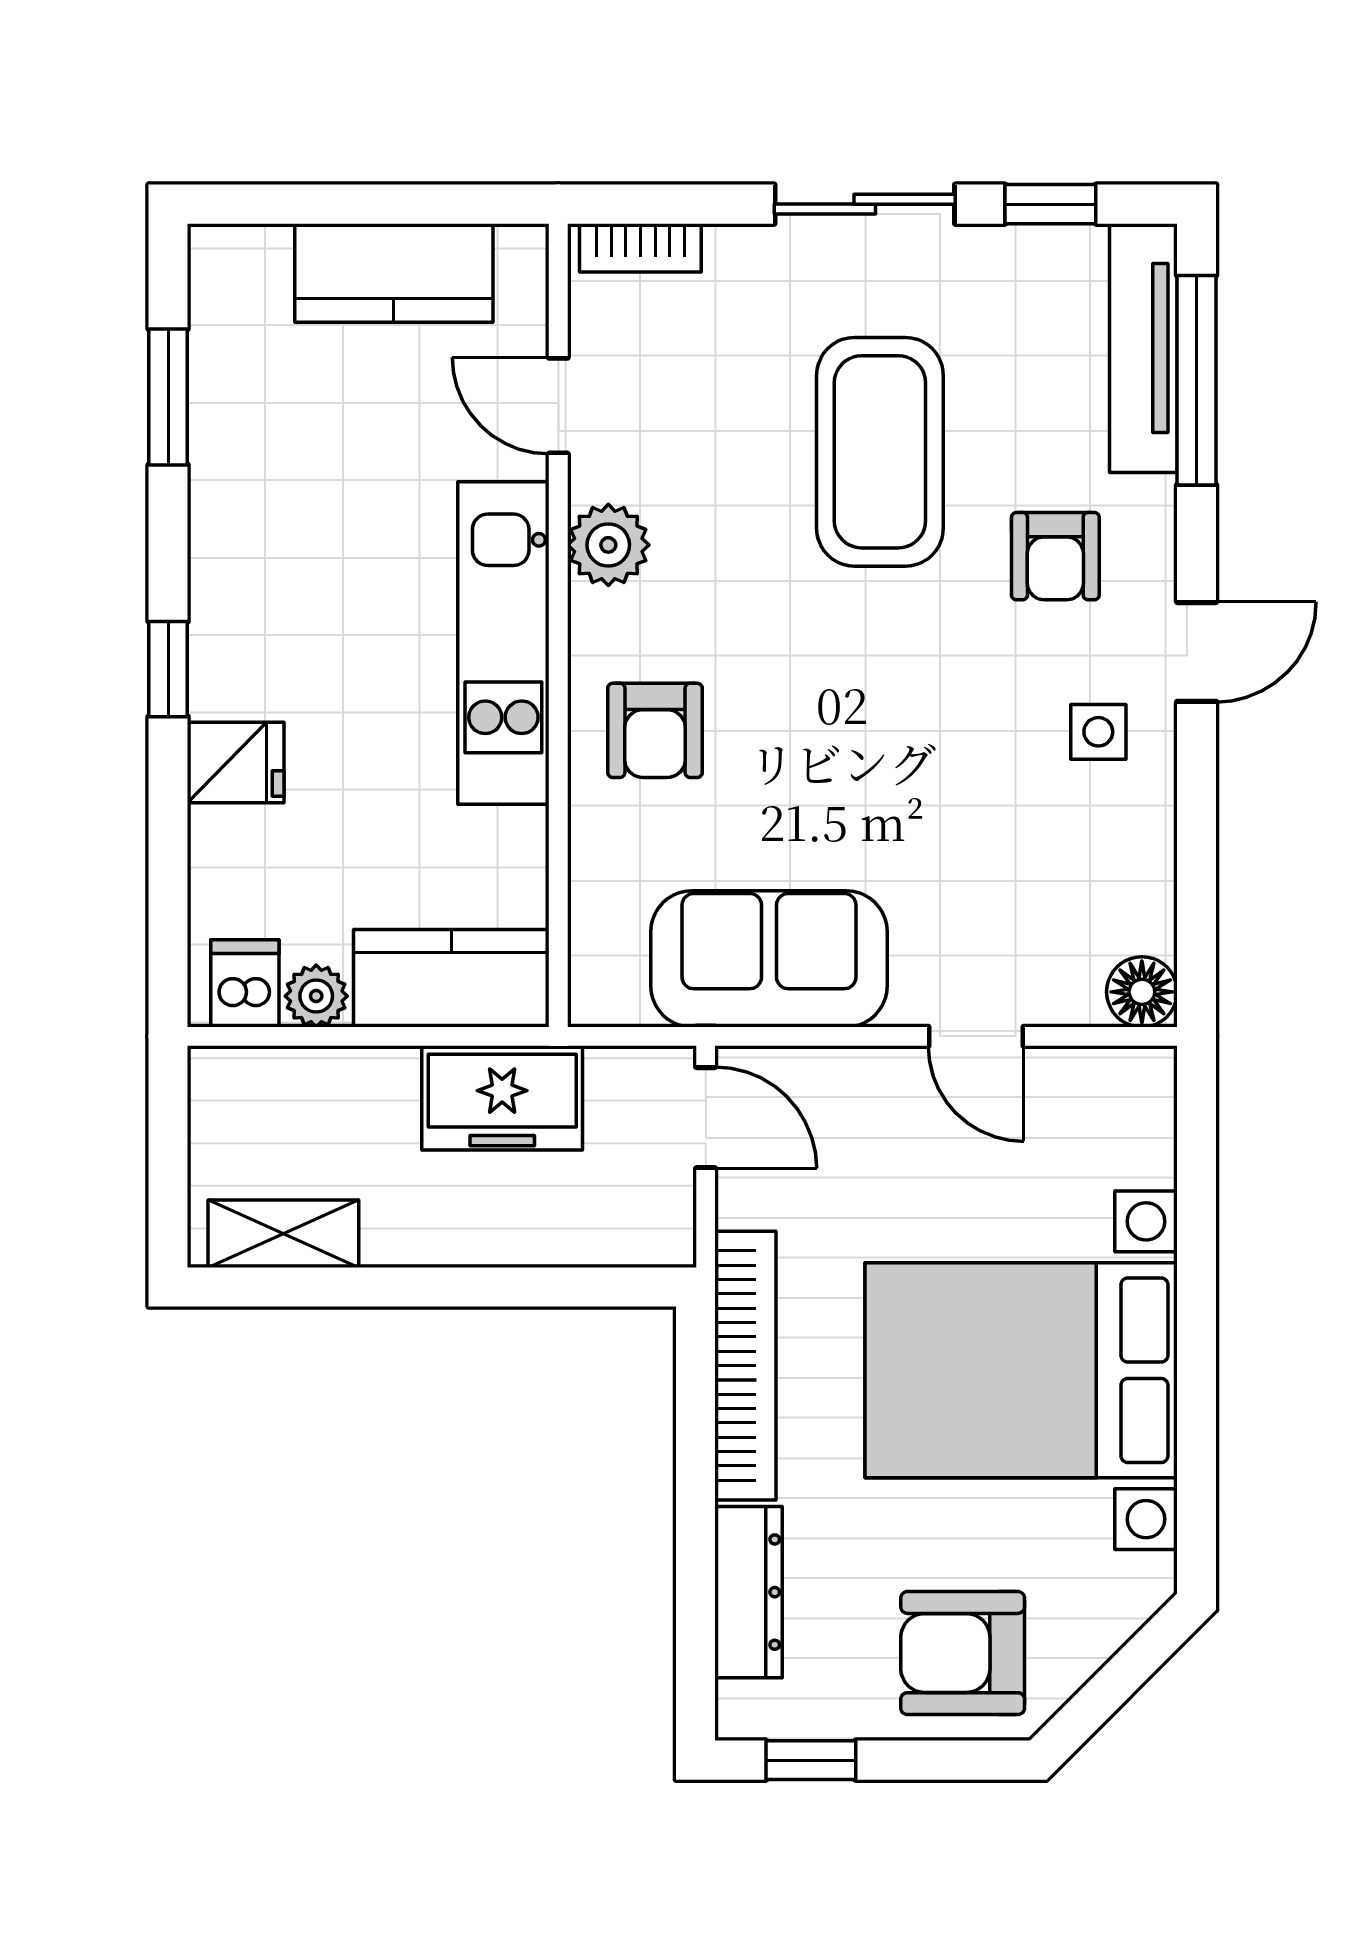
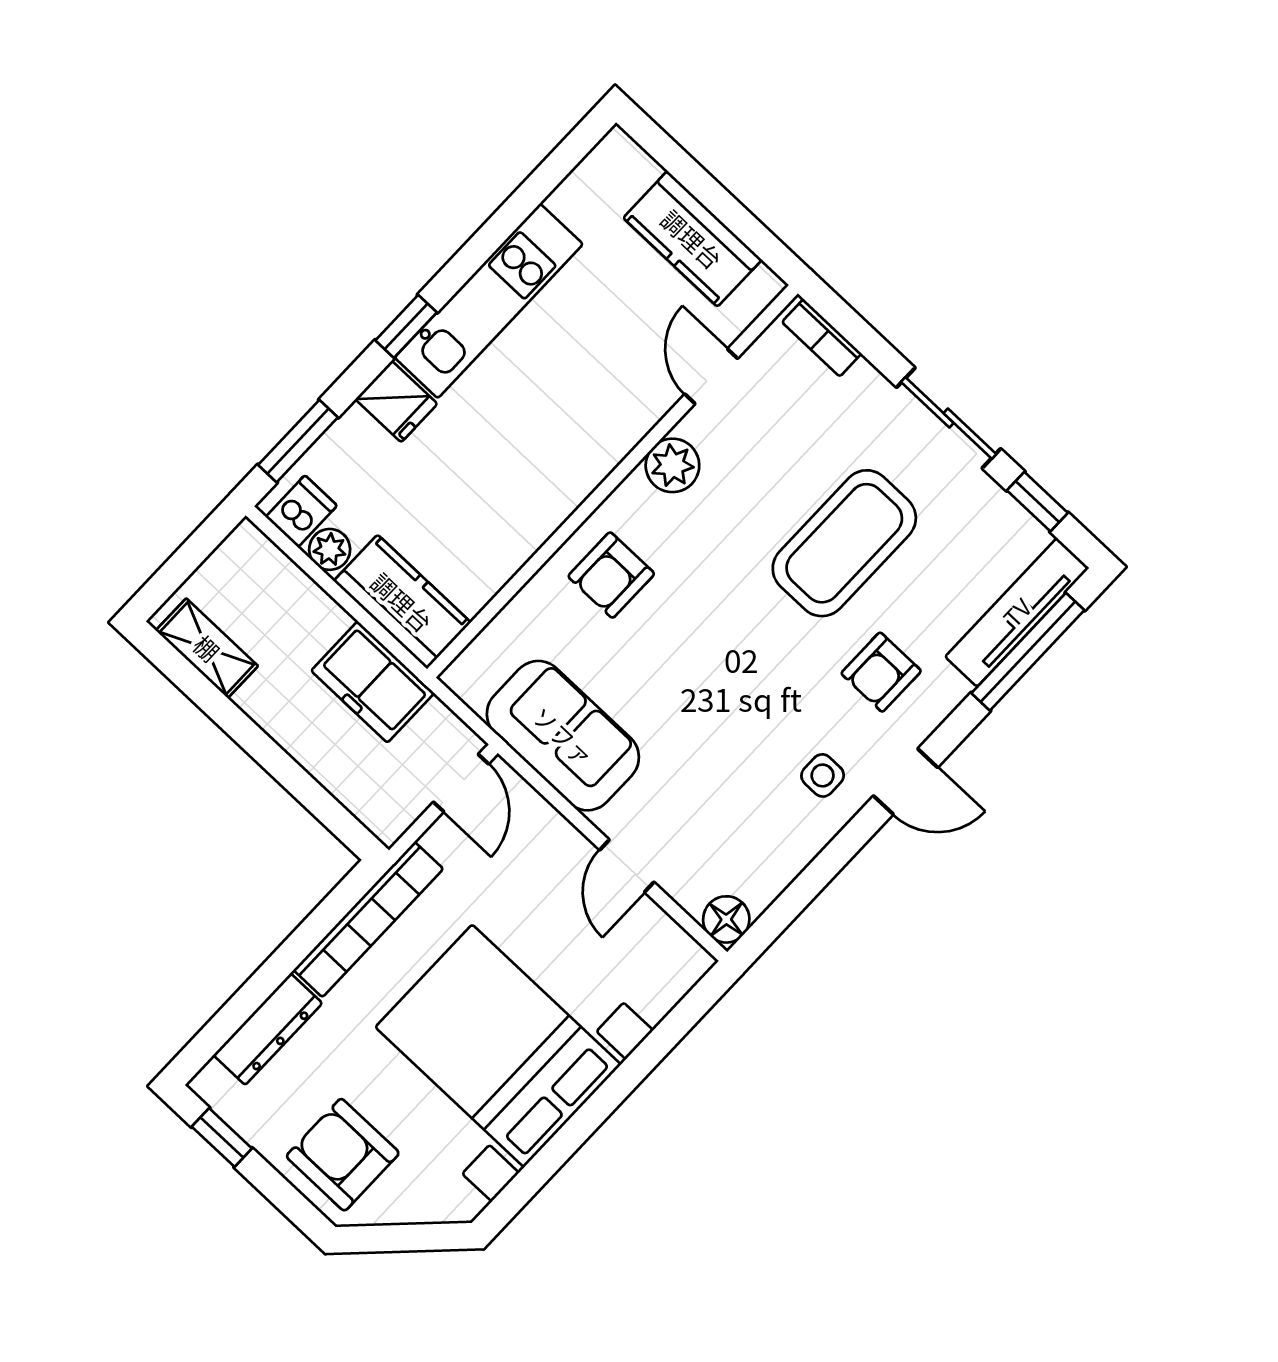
window: (168, 397) -> (298, 441), moved
kitchen unit: (503, 643) -> (489, 301), moved, turned 180

